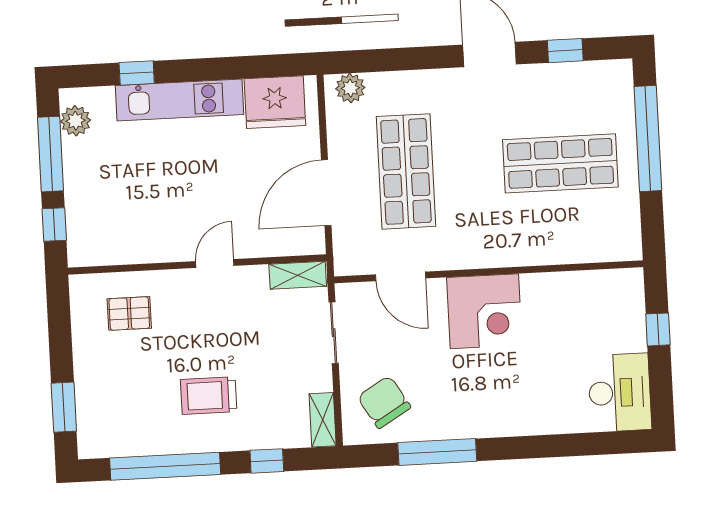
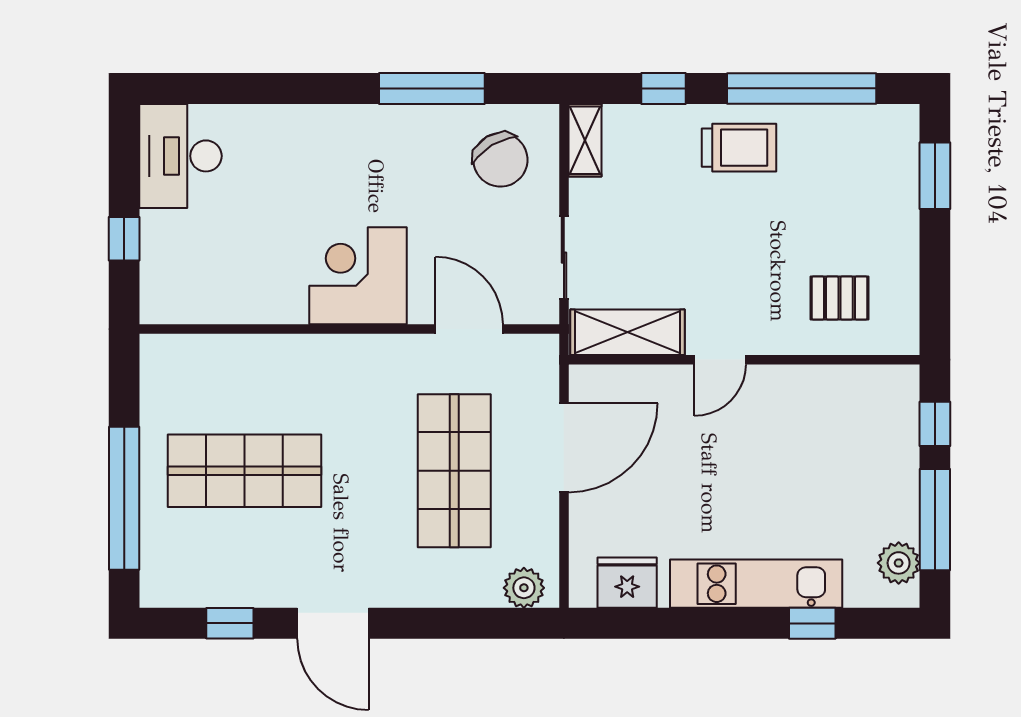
fridge: (275, 102) -> (627, 583), width x0.73, depth x0.75
shelving: (298, 275) -> (628, 332), width x1.50, depth x1.33
trolley: (209, 396) -> (739, 148), moved

